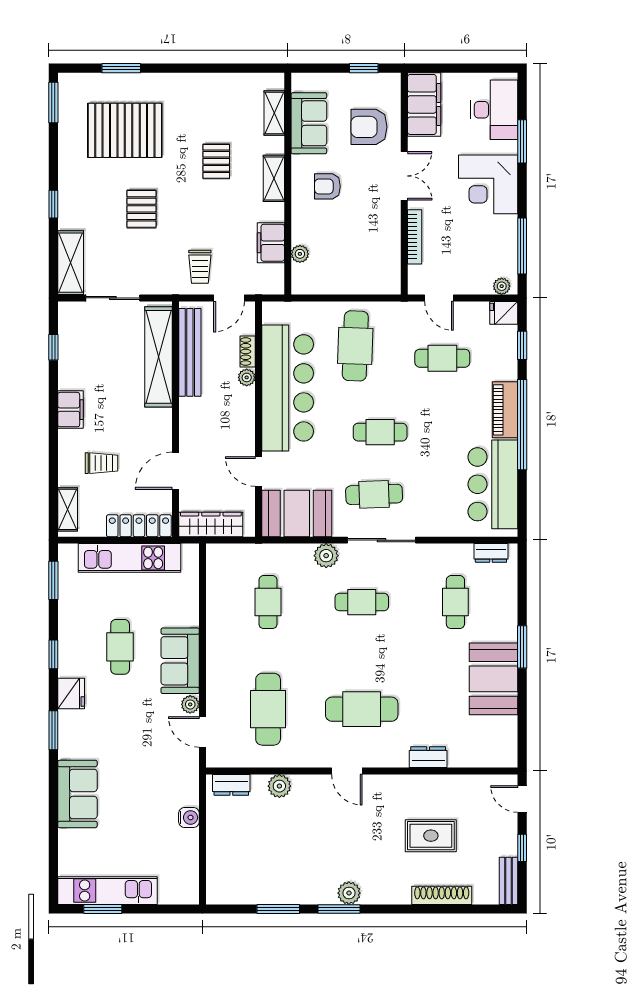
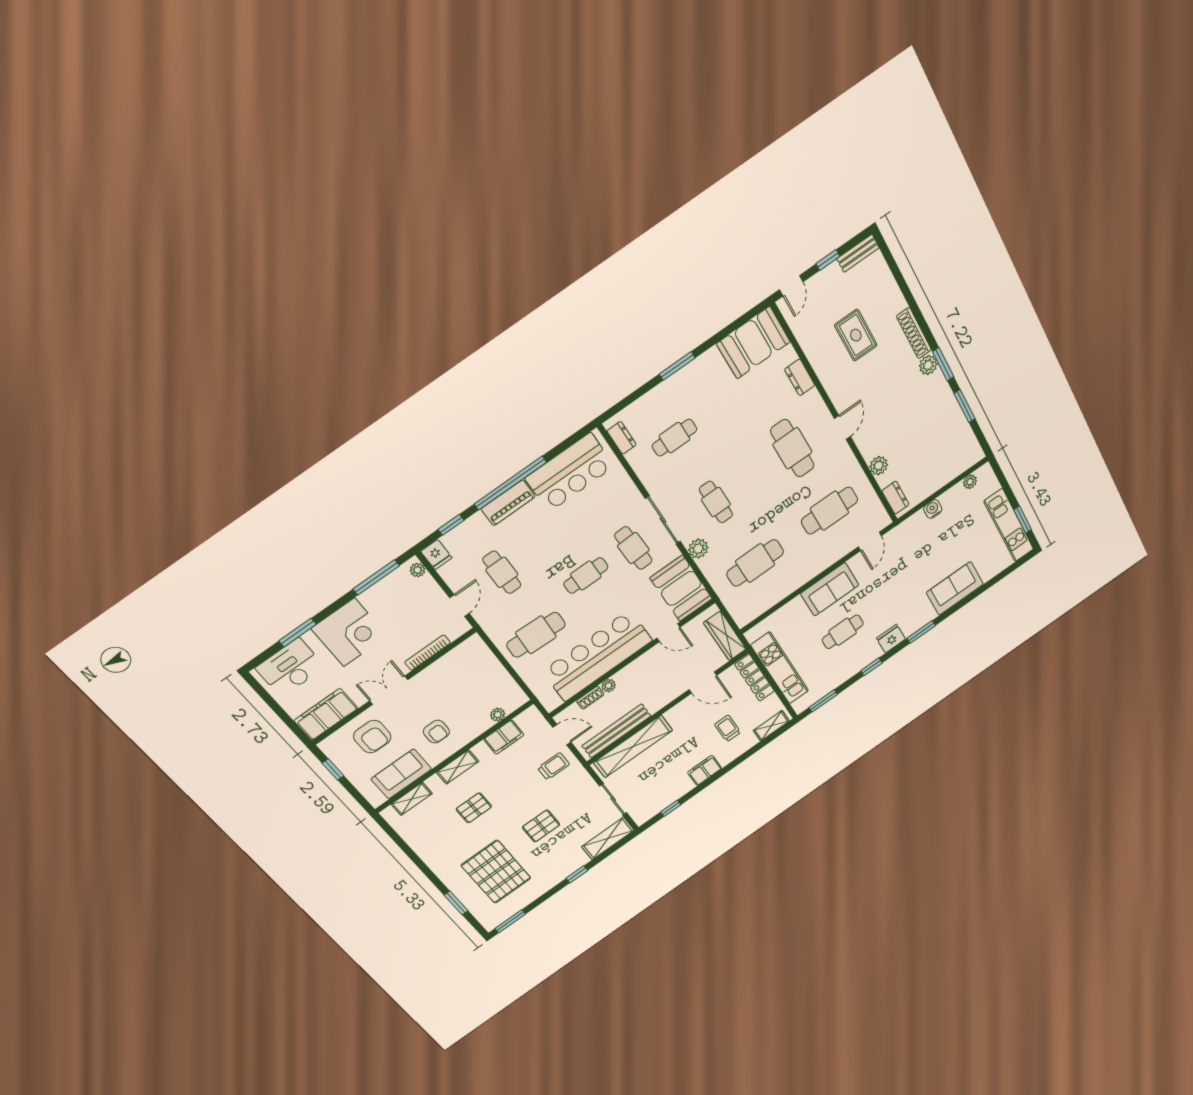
cafe table: (380, 432) -> (586, 576), turned 90
door: (259, 472) -> (668, 633), hinge flipped
cafe table: (268, 602) -> (755, 563), width x1.37, depth x1.35
booth: (493, 679) -> (753, 343), moved
plant: (190, 704) -> (970, 482), moved
shoe rack: (442, 895) -> (914, 333), moved

